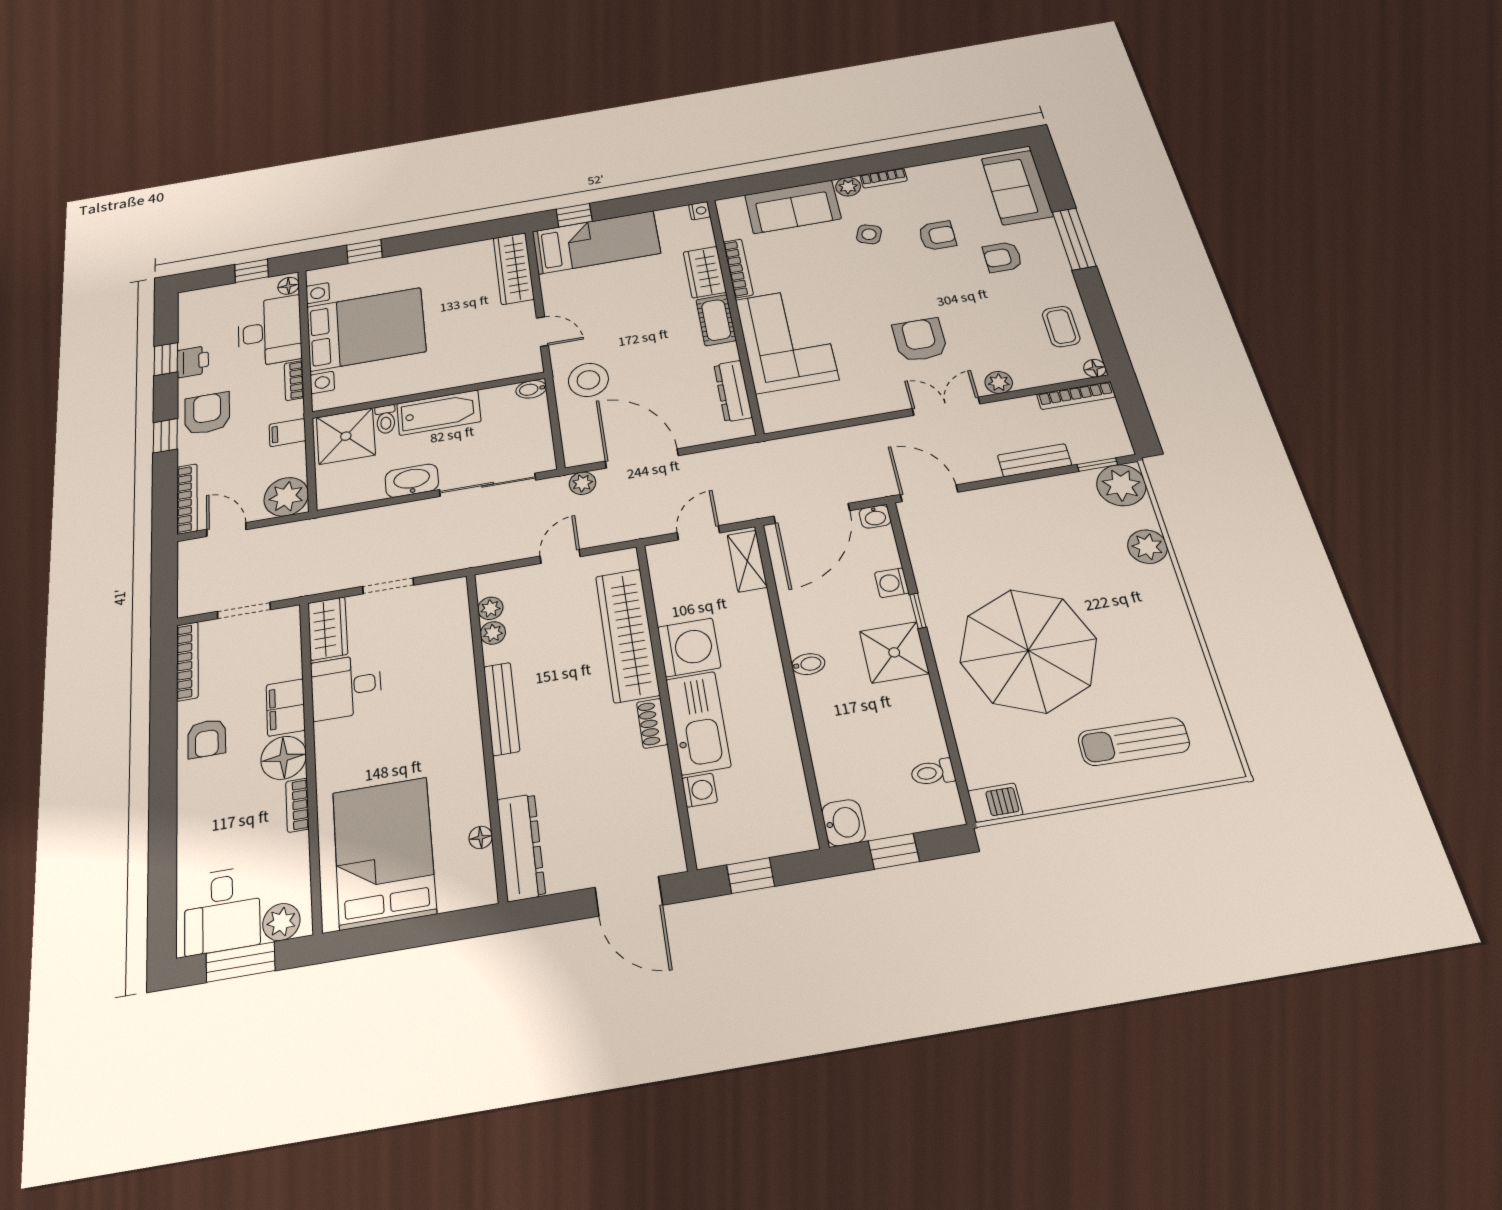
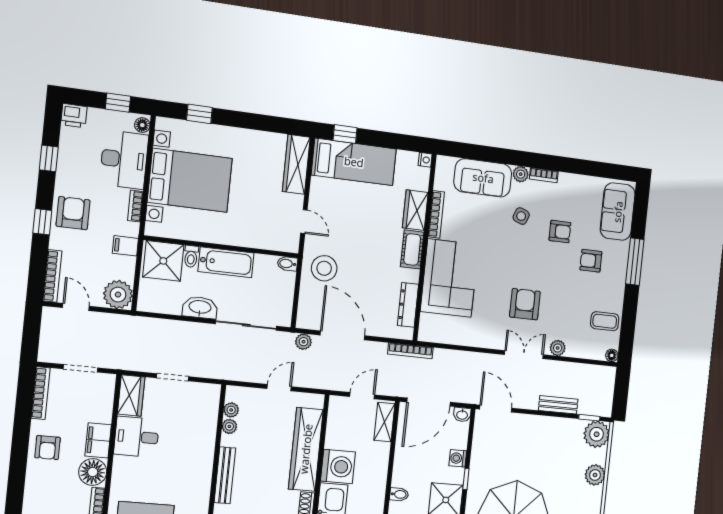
coffee table: (1061, 327) -> (605, 321), turned 90
printer: (193, 362) -> (74, 116), moved, turned 90
bookcase: (1076, 396) -> (410, 351), moved

